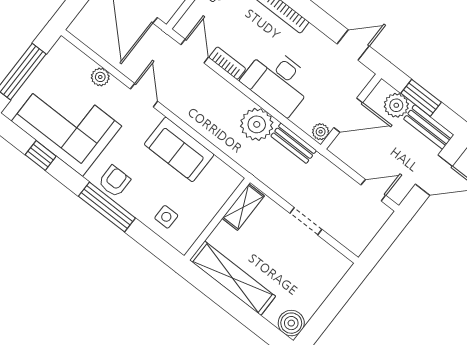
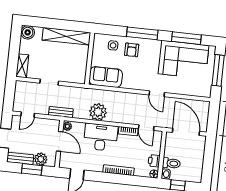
plant: (100, 77) -> (181, 90), removed
door: (348, 115) -> (60, 141), swing flipped
bench: (294, 143) -> (61, 112), moved
sofa: (179, 149) -> (106, 77), moved
window: (41, 155) -> (186, 38), width x2.17
armchair: (114, 181) -> (132, 50), moved
shelving: (243, 207) -> (22, 66), moved

